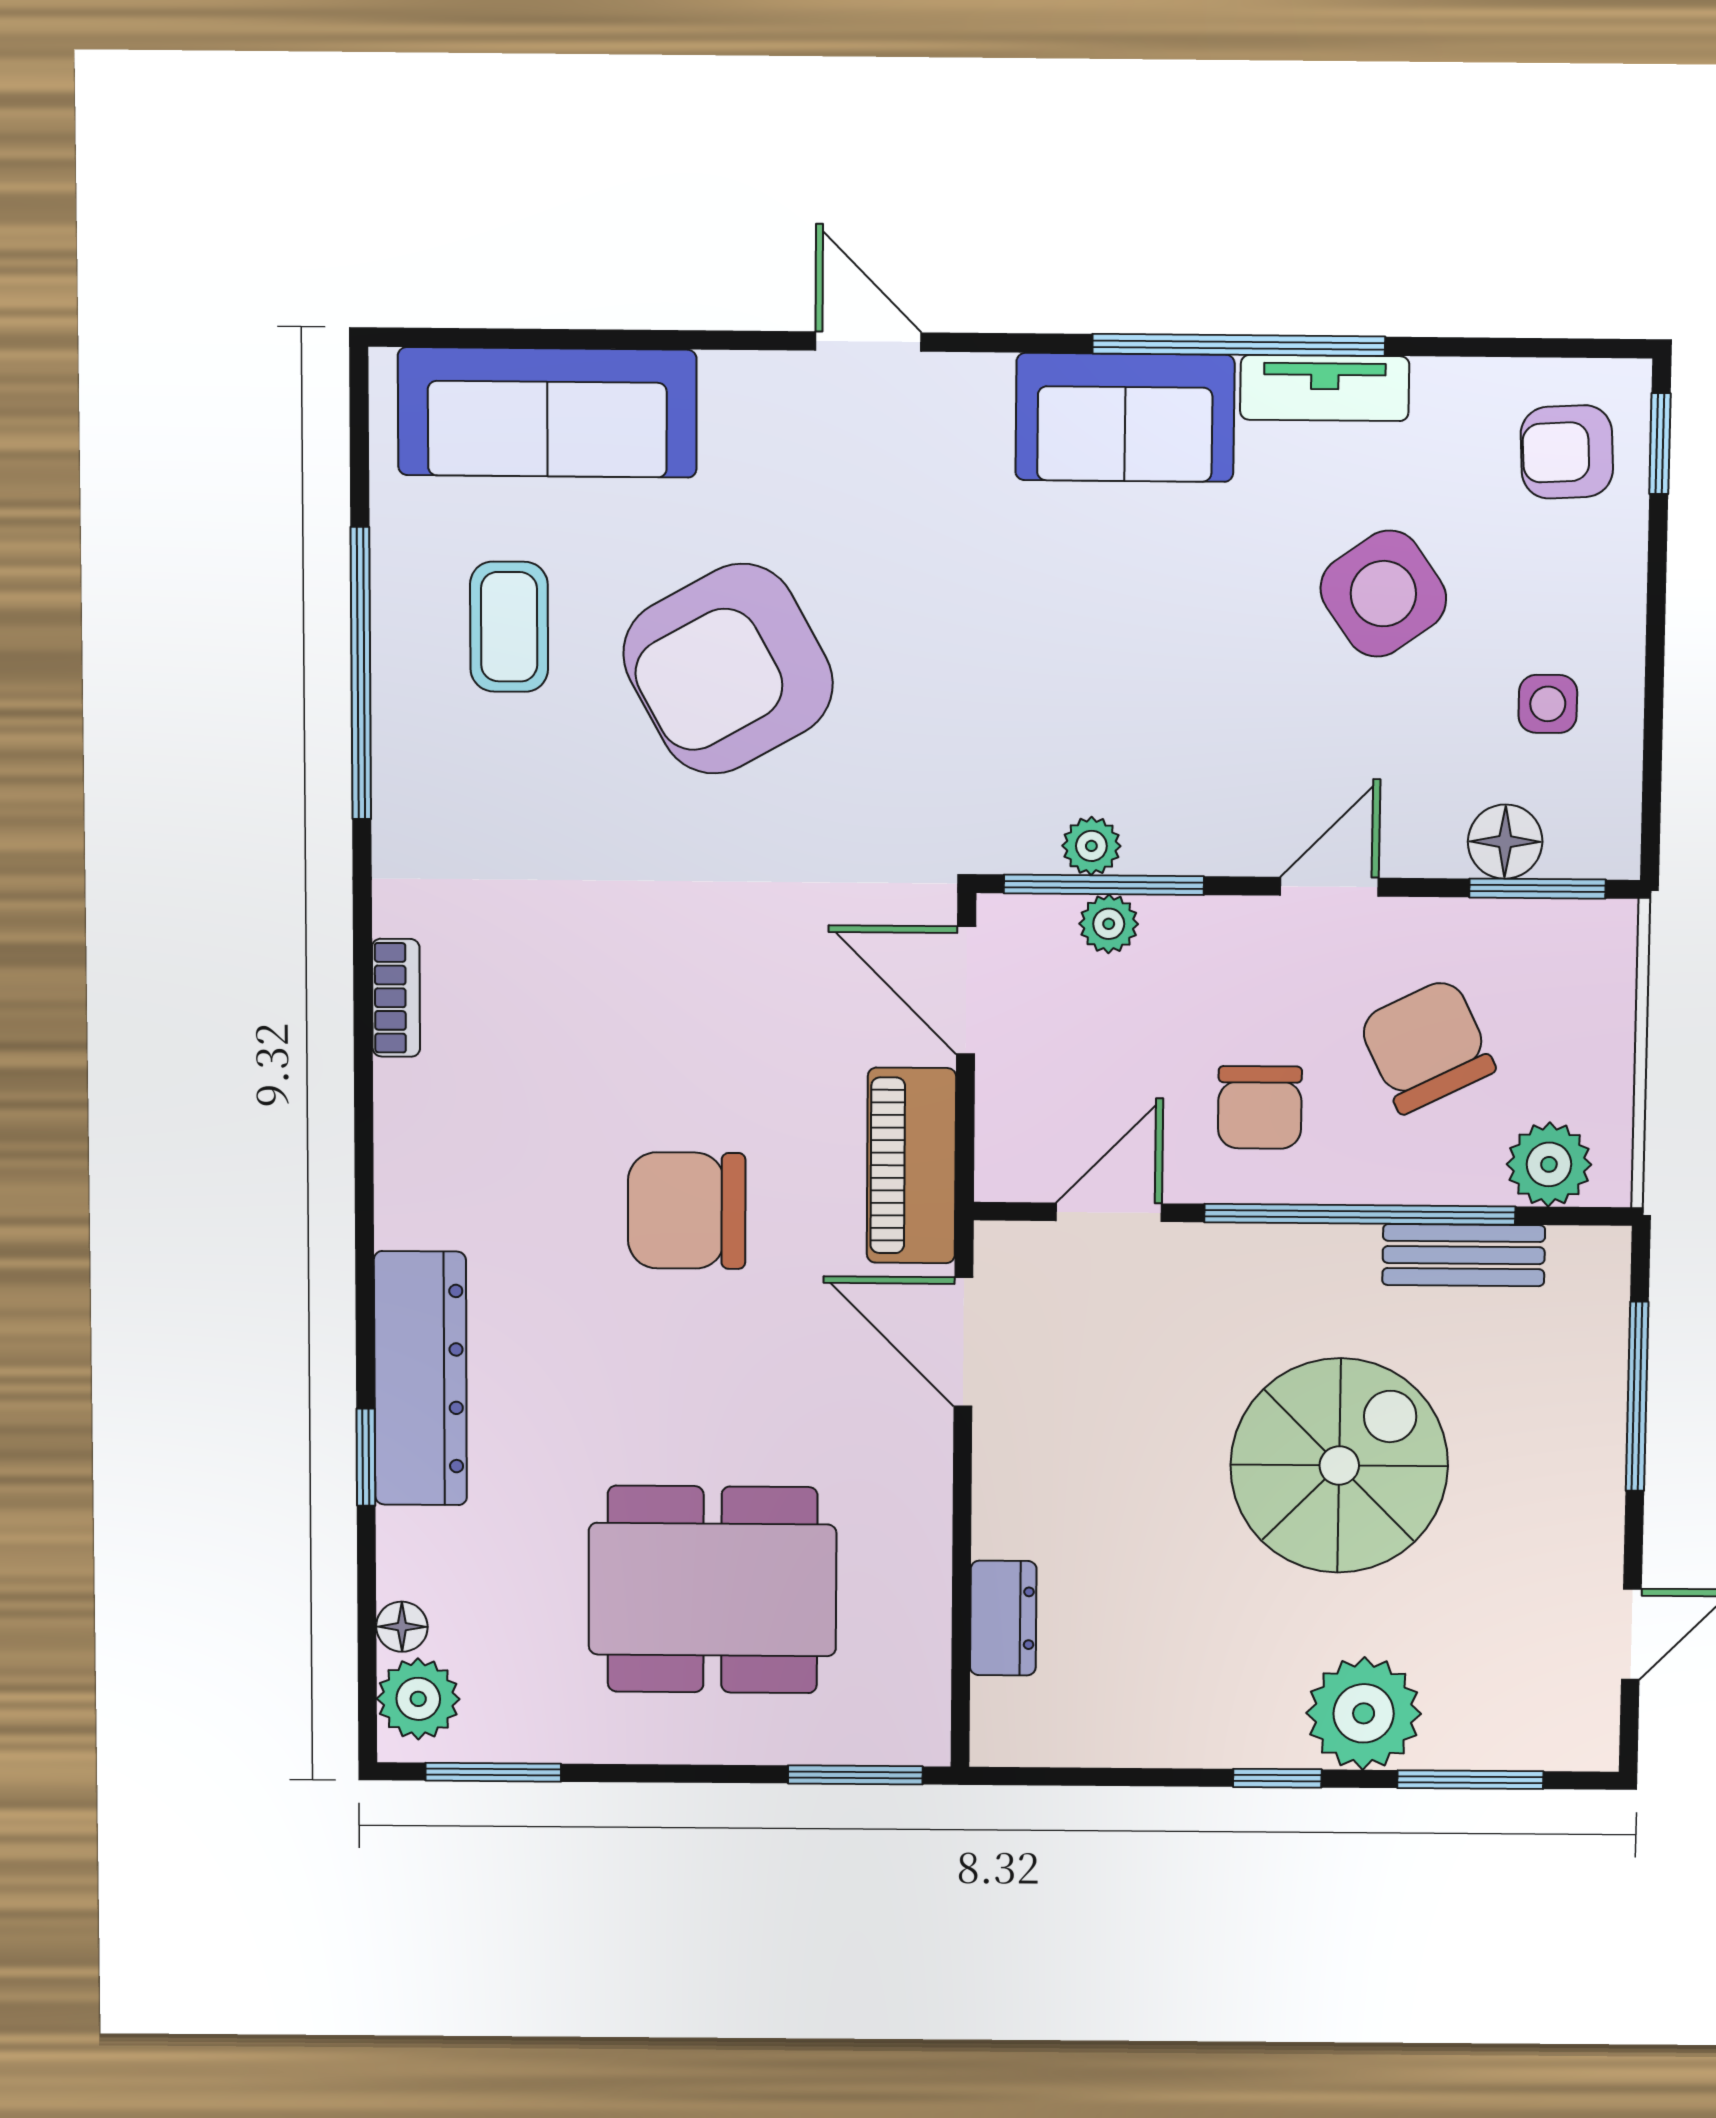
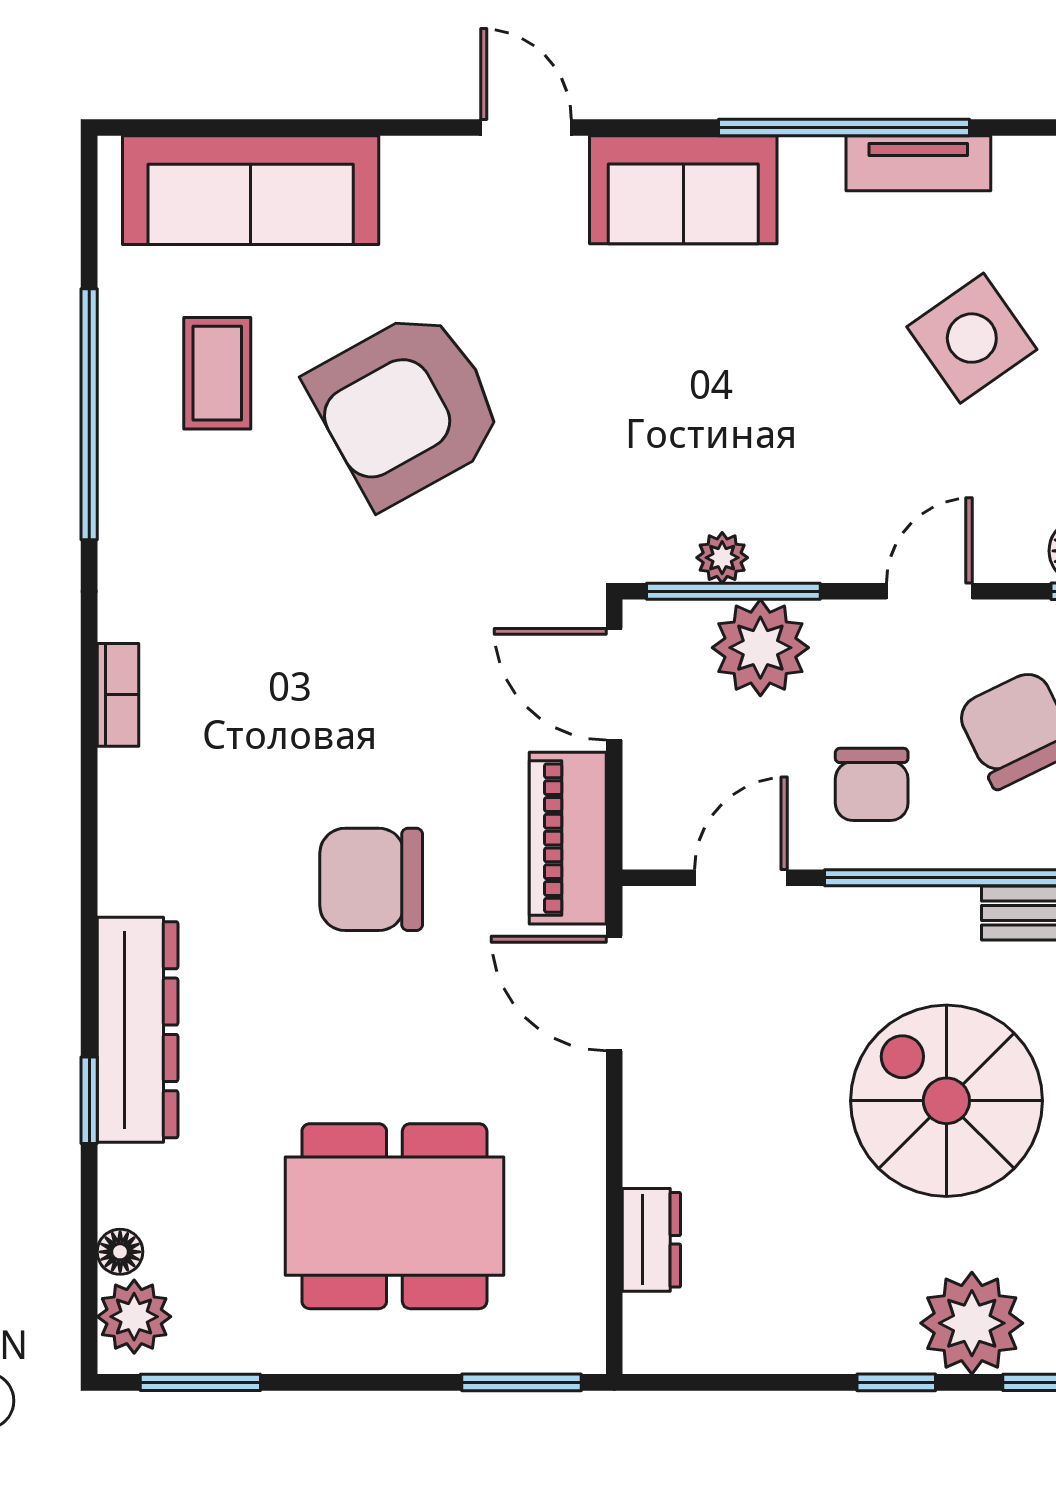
sofa: (1125, 417) -> (683, 190), moved
plant: (1109, 924) -> (760, 648), width x1.88, depth x1.88
spiral stairs: (1339, 1465) -> (946, 1101), turned -90

